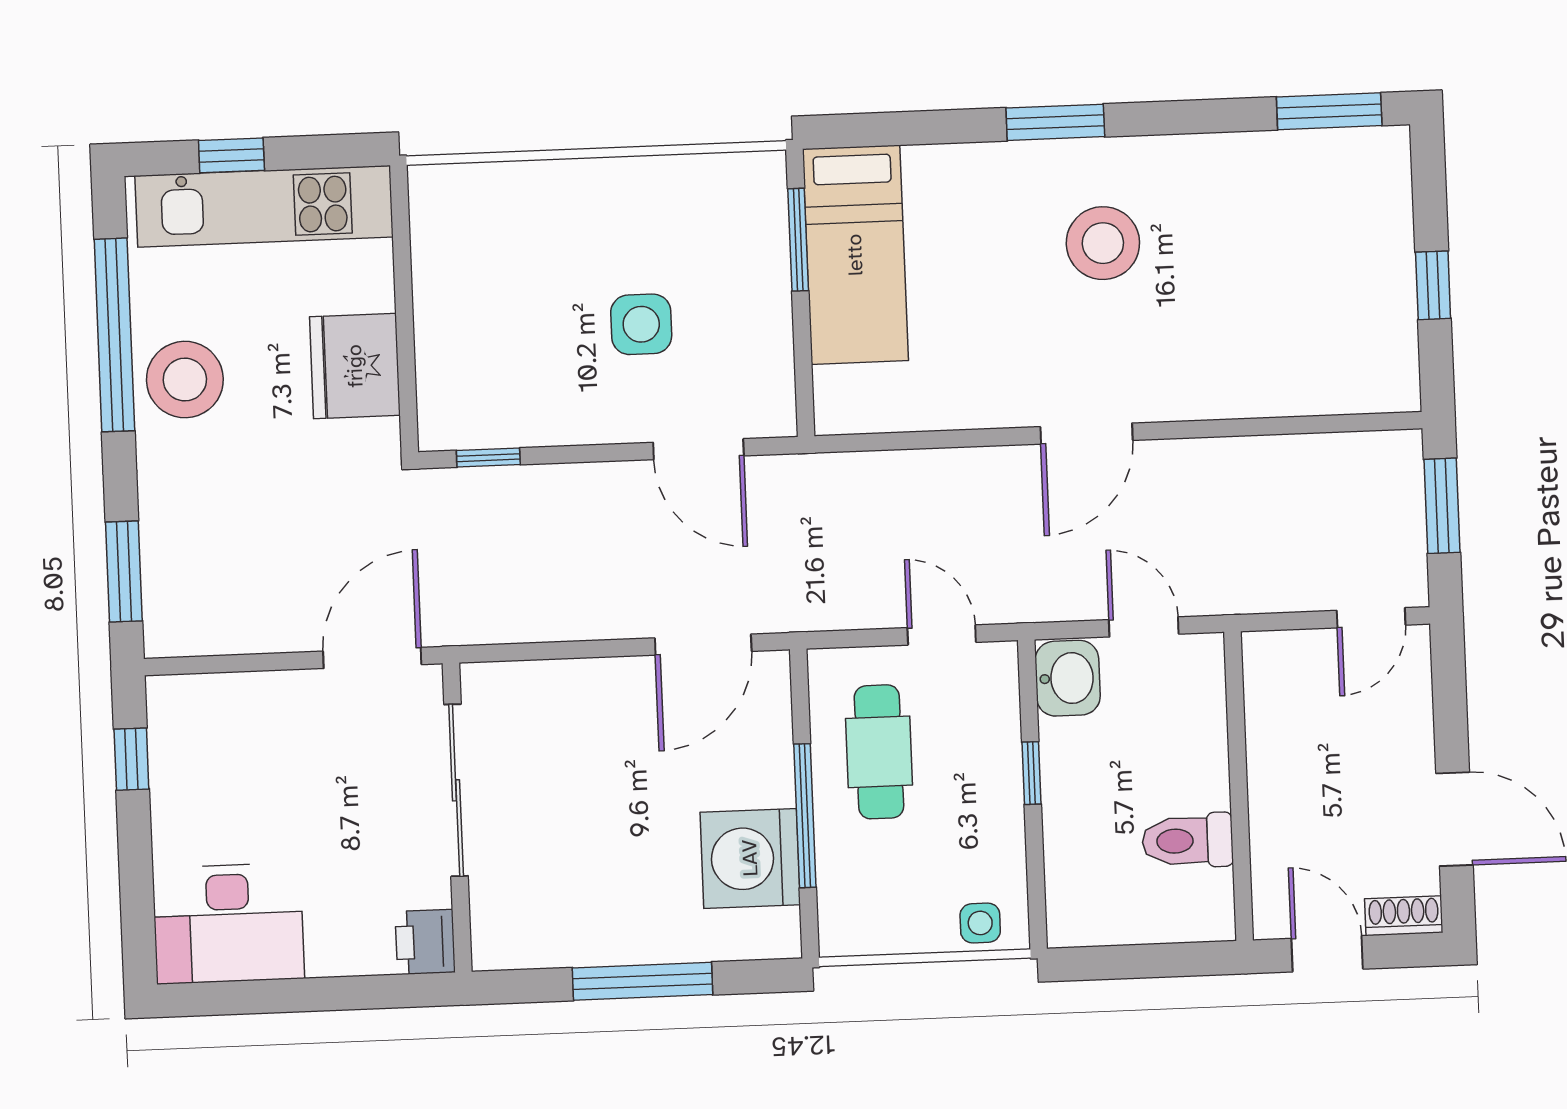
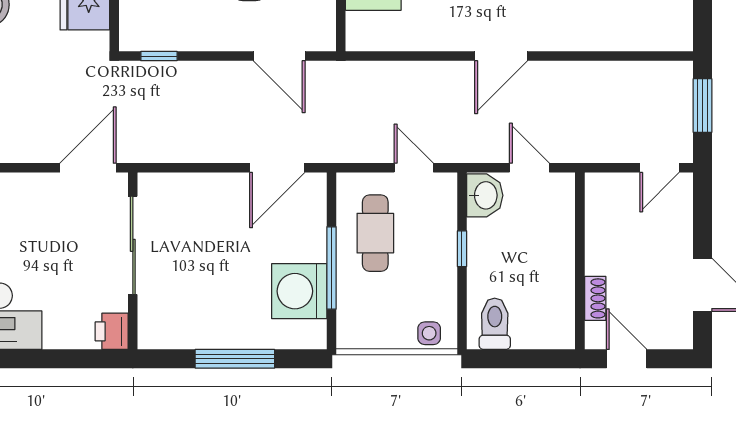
toilet: (1188, 841) -> (495, 324), moved, turned 90
shoe rack: (1404, 916) -> (595, 298), moved, turned 90

